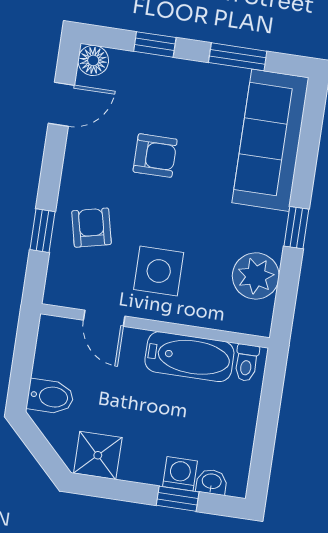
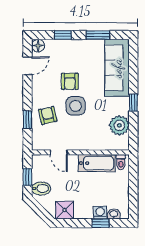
armchair: (155, 156) -> (70, 81), turned 90
side table: (159, 271) -> (75, 106), moved
window: (22, 365) -> (27, 177), added

